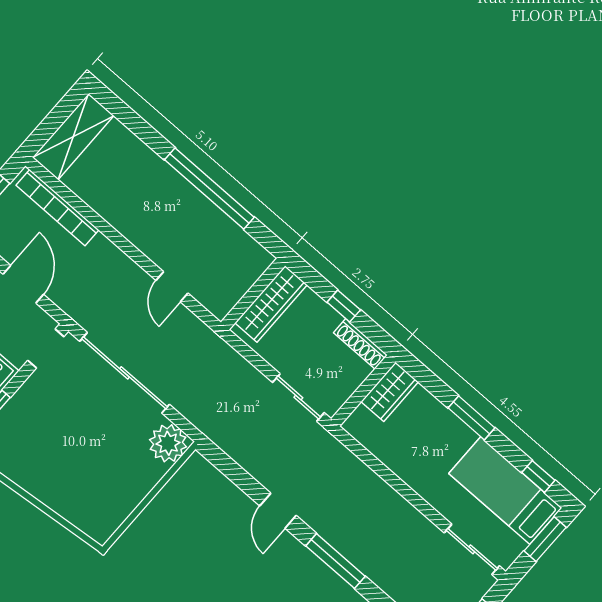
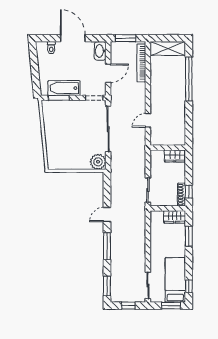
window: (209, 188) -> (189, 79), moved
wardrobe: (271, 304) -> (175, 156), width x0.67
window: (344, 306) -> (189, 192), moved
window: (471, 418) -> (189, 236), moved

